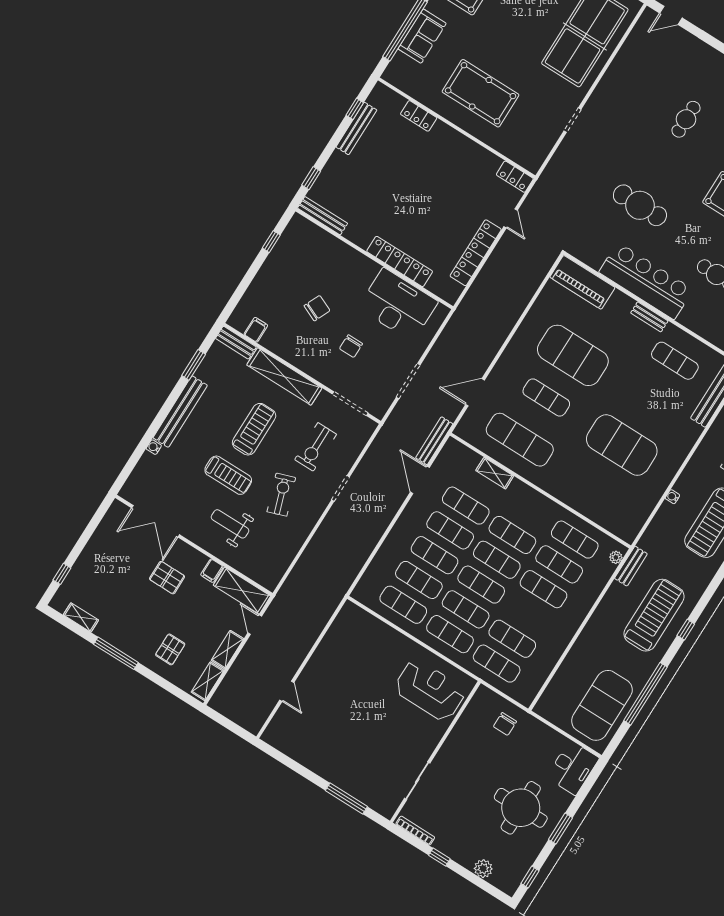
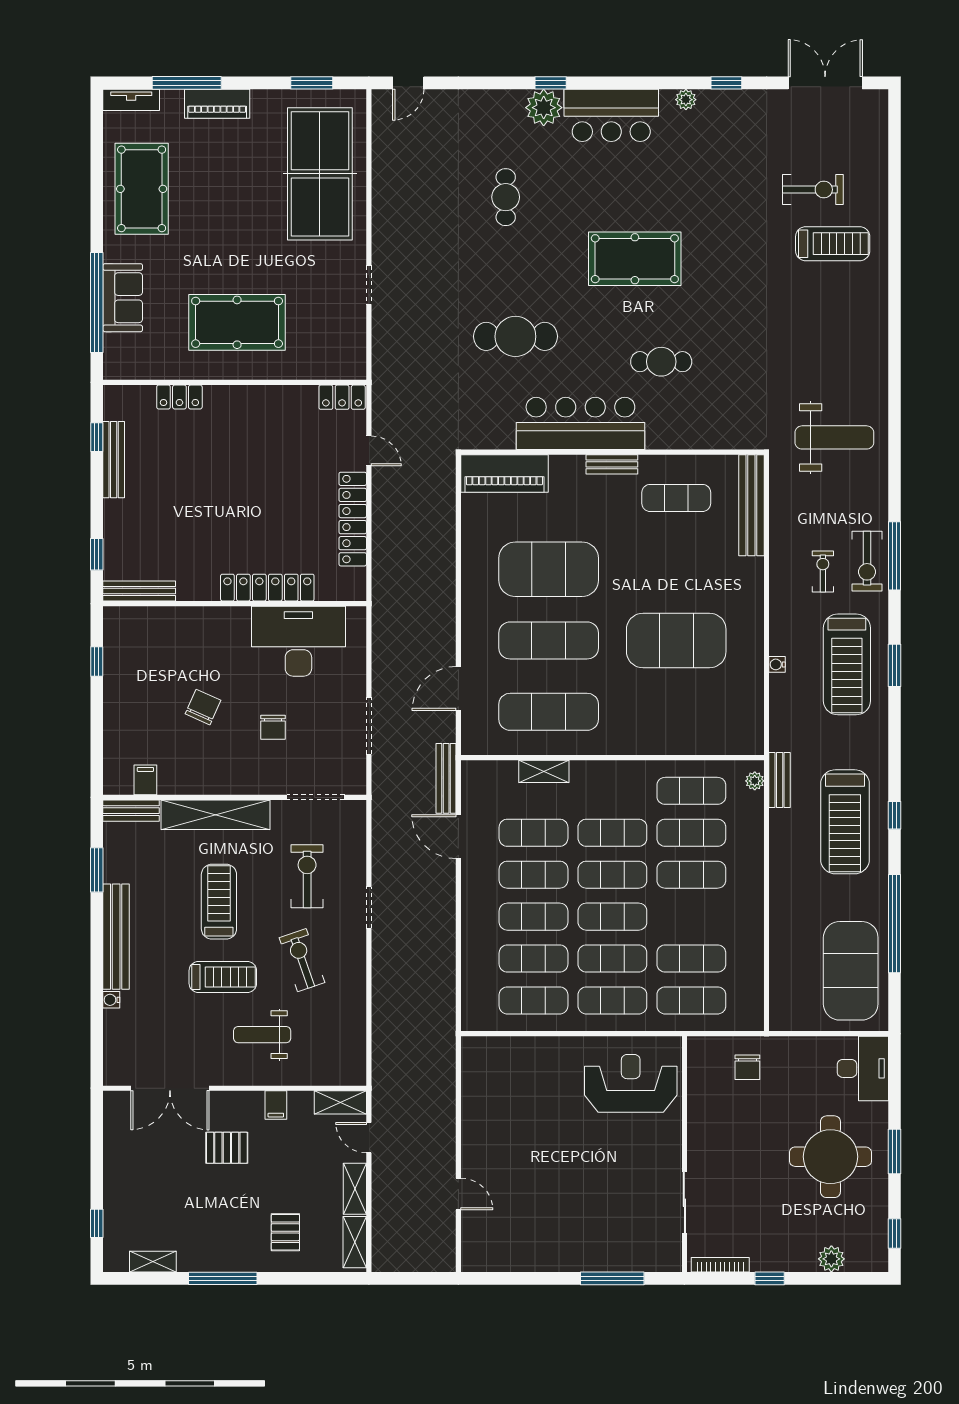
exercise mat: (546, 398) -> (549, 640), width x1.36, depth x1.45
exercise bike: (316, 447) -> (307, 876), turned 180
shelving: (242, 591) -> (340, 1102), width x0.67, depth x0.75
treadmill: (654, 615) -> (845, 822), turned 180

